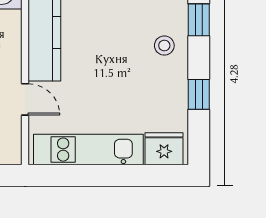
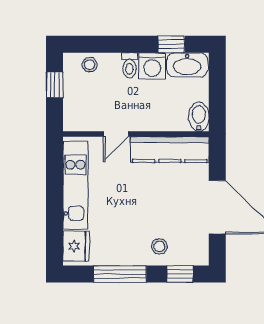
window: (199, 94) -> (120, 274), width x2.17

